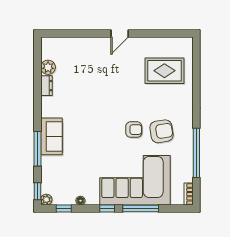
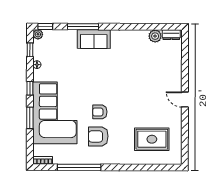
rug: (164, 71) -> (152, 139), turned 90
dresser: (46, 86) -> (171, 35), moved
armchair: (134, 130) -> (100, 112), turned 90
armchair: (161, 131) -> (98, 136), turned 99
window: (141, 208) -> (30, 118), width x0.69

